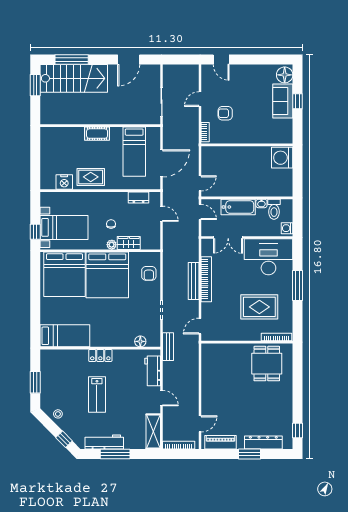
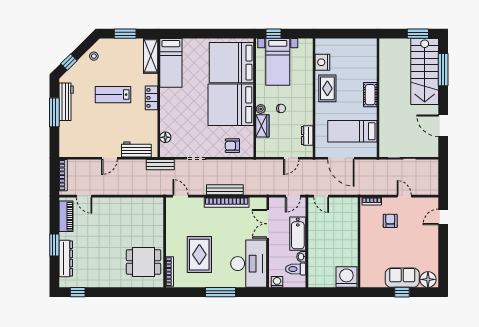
shelving: (153, 432) -> (151, 56), moved, turned 90

